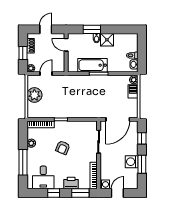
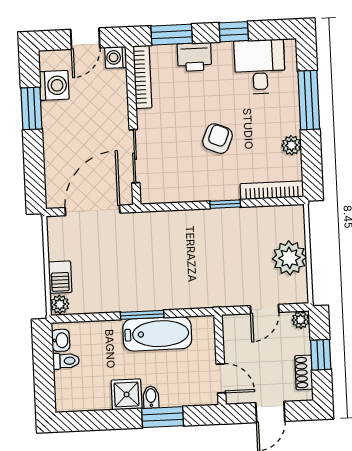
window: (142, 138) -> (34, 169), removed
washing machine: (132, 162) -> (54, 85), moved

